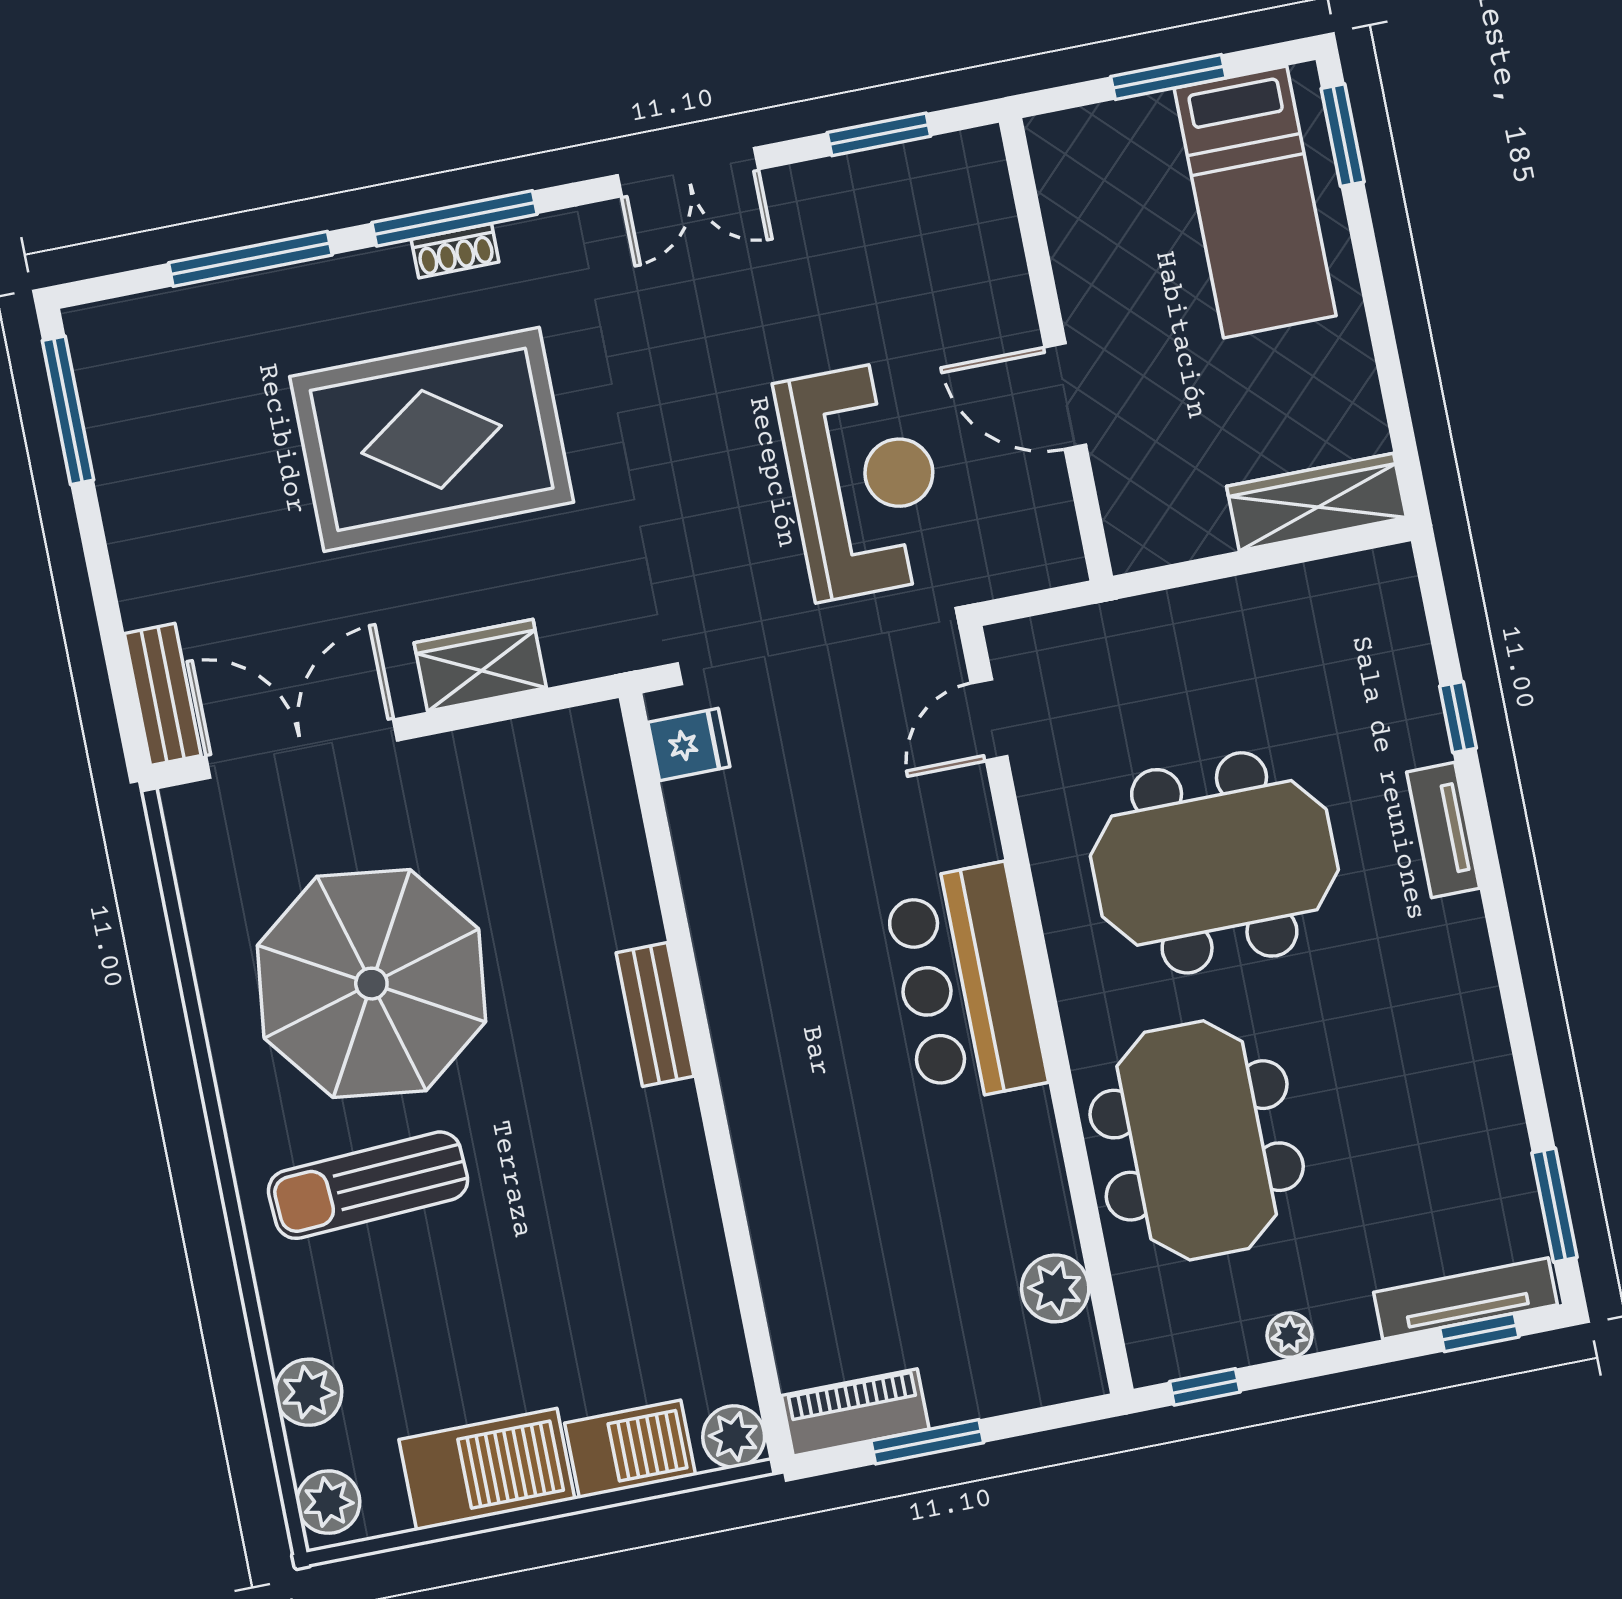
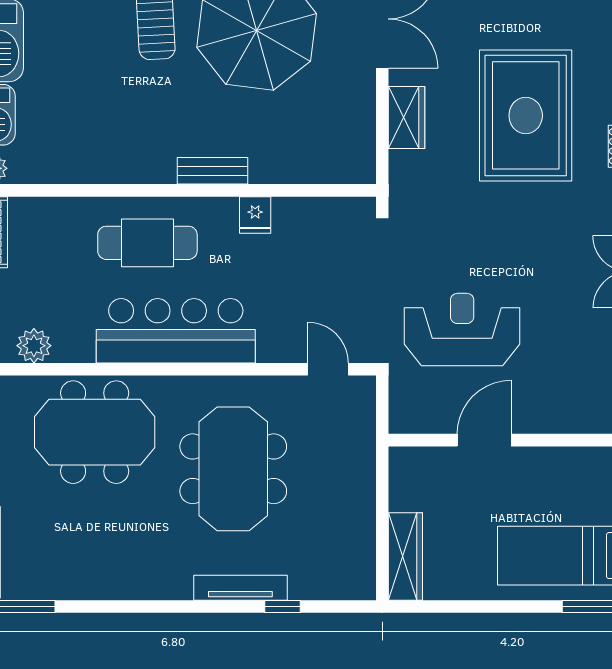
reception desk: (863, 480) -> (462, 330), turned 180
fridge: (689, 745) -> (255, 215), moved
tv unit: (1443, 830) -> (240, 588), width x1.41
bar counter: (965, 984) -> (176, 331), width x1.36
cafe table: (817, 1111) -> (147, 243), added

